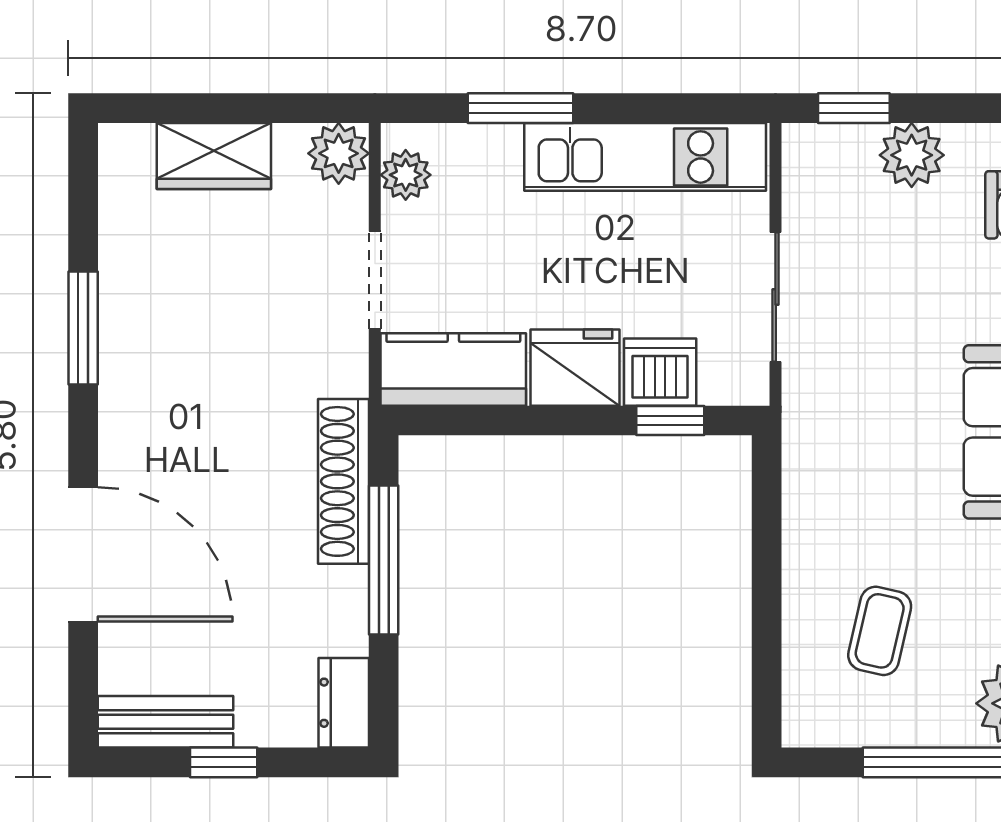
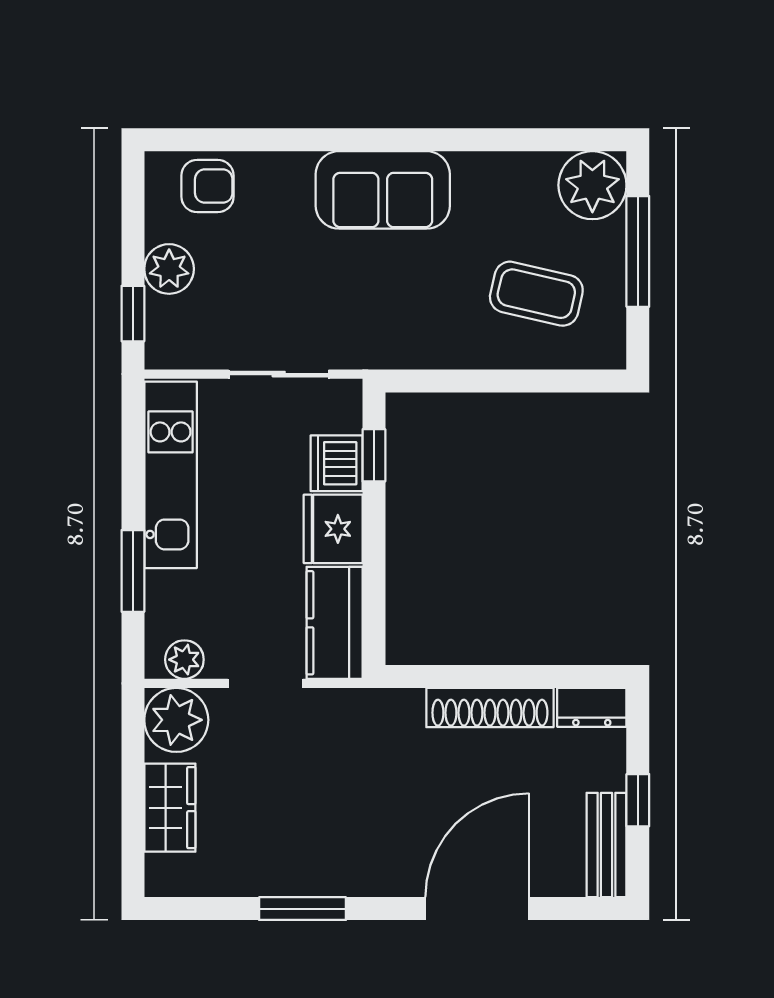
plant: (339, 153) -> (176, 720), width x1.36, depth x1.36
shoe rack: (343, 481) -> (490, 708), moved
window: (384, 560) -> (482, 677), removed
coffee table: (880, 631) -> (536, 294), width x1.36, depth x1.30

